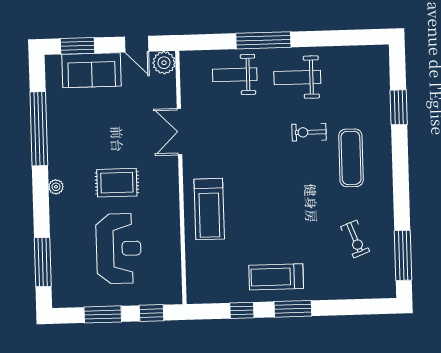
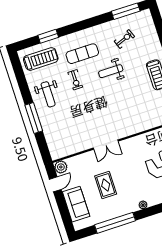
window: (77, 46) -> (65, 215), removed
weight bench: (235, 75) -> (111, 71), moved, turned 90
double door: (180, 132) -> (106, 145), moved
rug: (117, 183) -> (106, 185), moved
treadmill: (209, 209) -> (41, 59), moved

